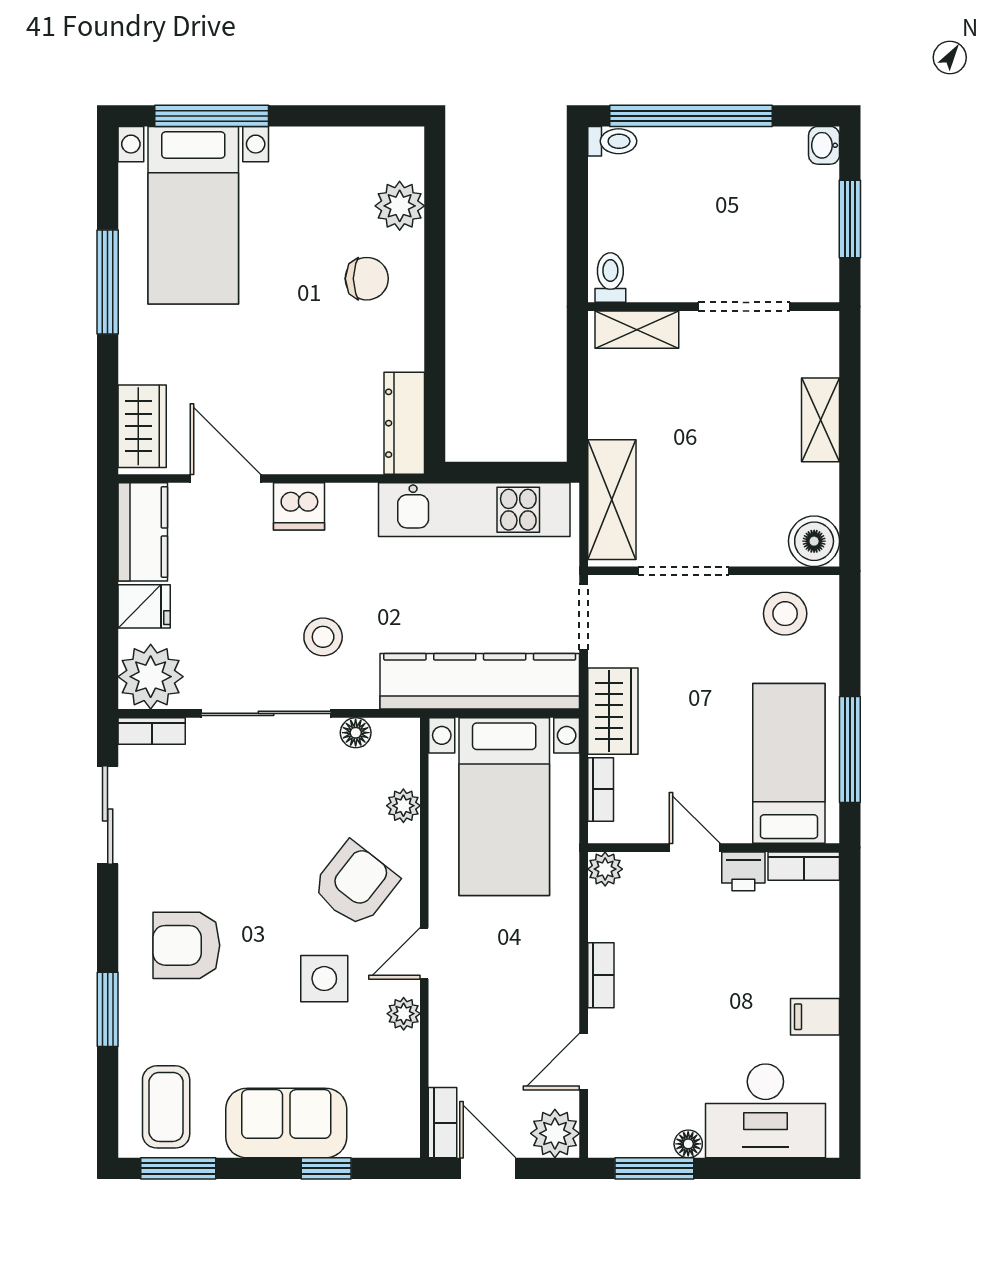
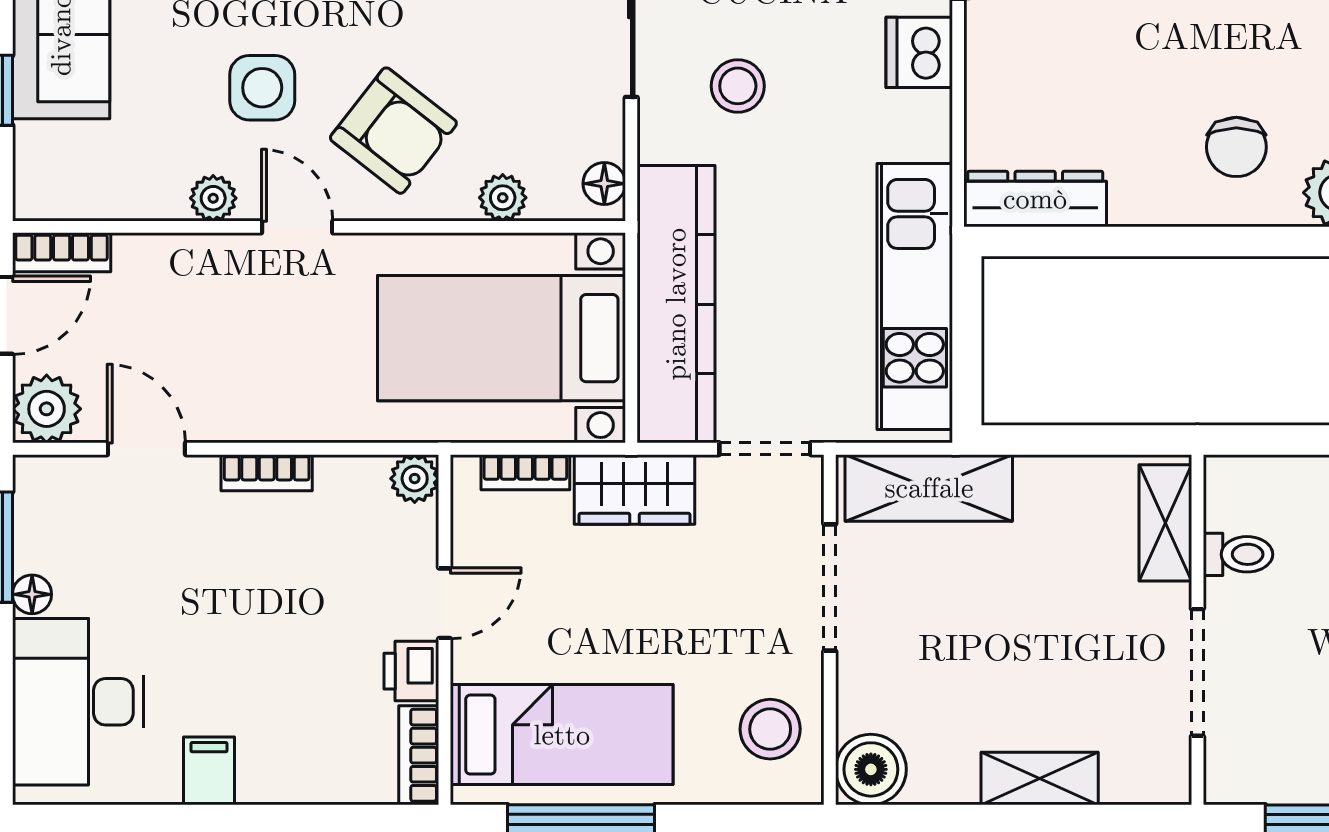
toilet: (610, 278) -> (1238, 554), moved
floor lamp: (356, 733) -> (604, 184), moved

